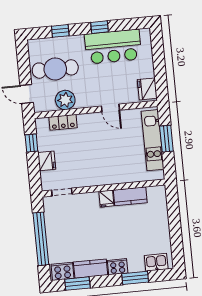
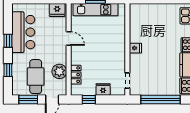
window: (24, 62) -> (28, 99), added
door: (110, 108) -> (69, 38), hinge flipped
kitchen counter: (130, 196) -> (135, 30), removed

